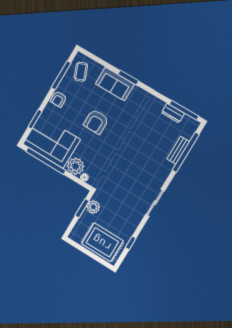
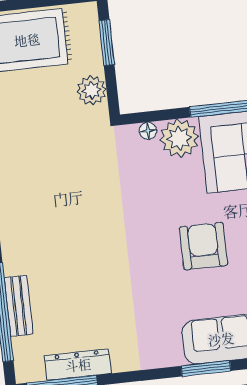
dresser: (173, 113) -> (78, 365), width x1.44
window: (82, 208) -> (107, 43), moved

